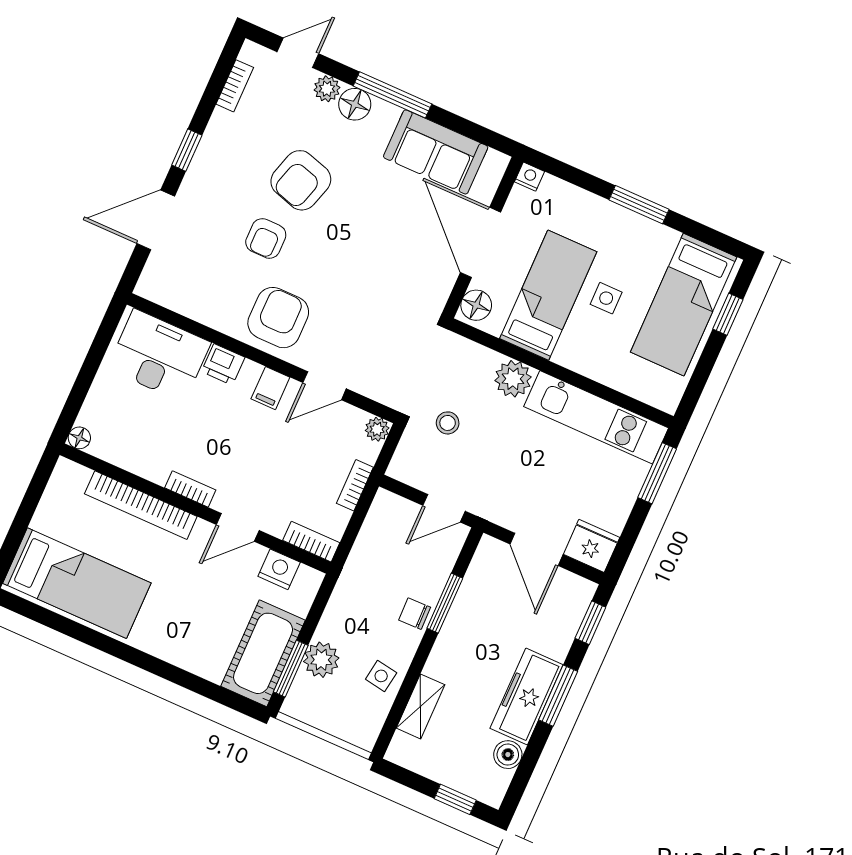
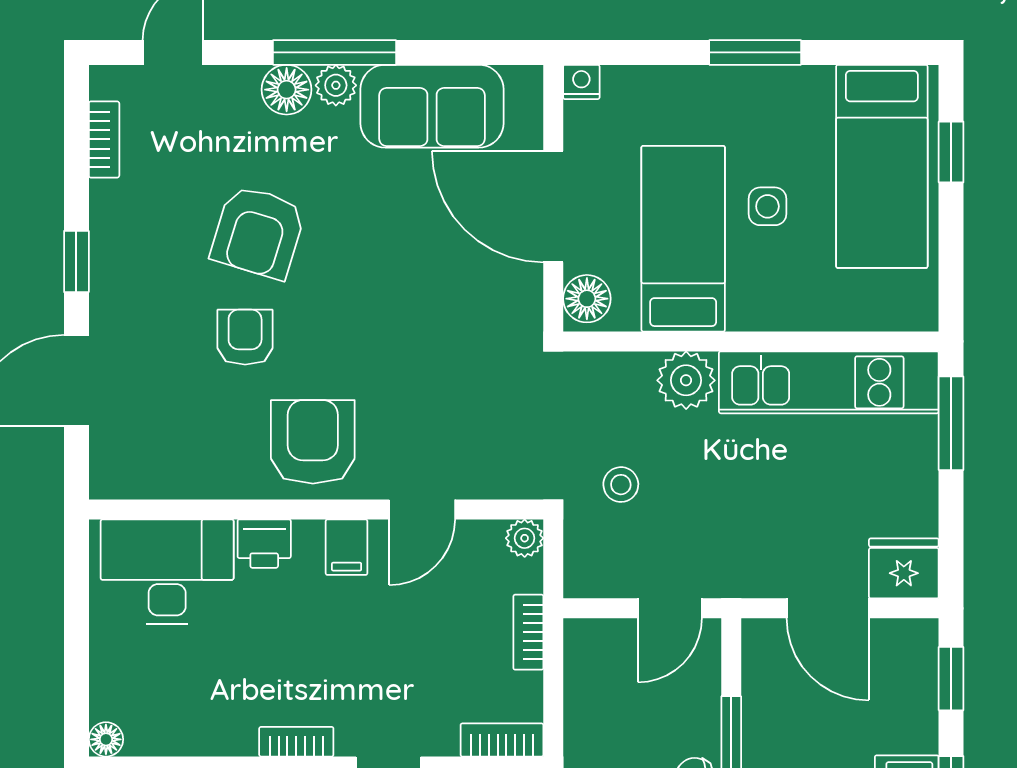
plant: (327, 89) -> (336, 85), moved
armchair: (266, 238) -> (245, 337), turned 180

